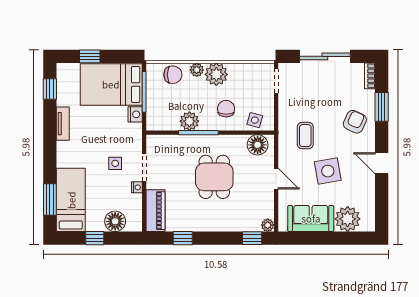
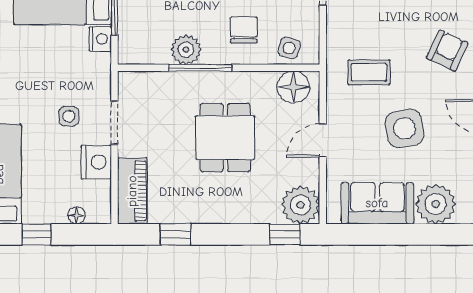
coffee table: (305, 136) -> (369, 72), turned 90
door: (276, 179) -> (323, 140), swing flipped
nightstand: (137, 187) -> (96, 162), width x1.89, depth x1.79
floor lamp: (115, 221) -> (76, 215), width x0.53, depth x0.53
plant: (268, 225) -> (301, 205), width x1.88, depth x1.88

